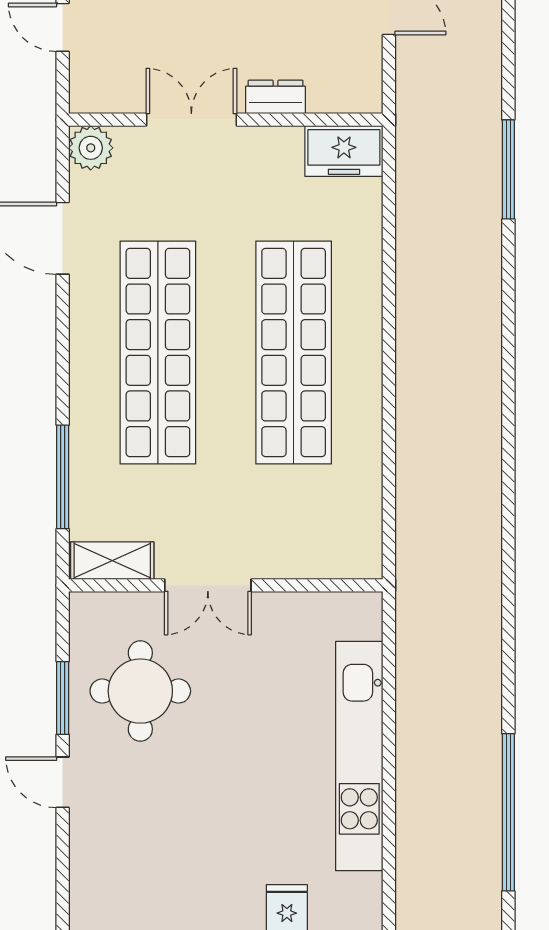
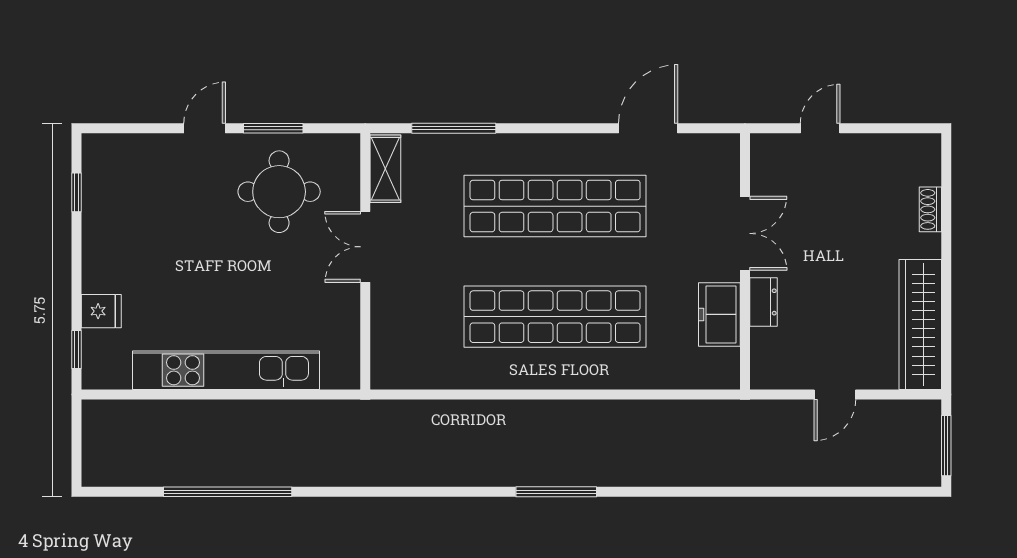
plant: (91, 148) -> (722, 151), removed
freezer: (344, 151) -> (719, 314), moved
window: (508, 169) -> (556, 492), moved
window: (508, 812) -> (228, 492), moved

